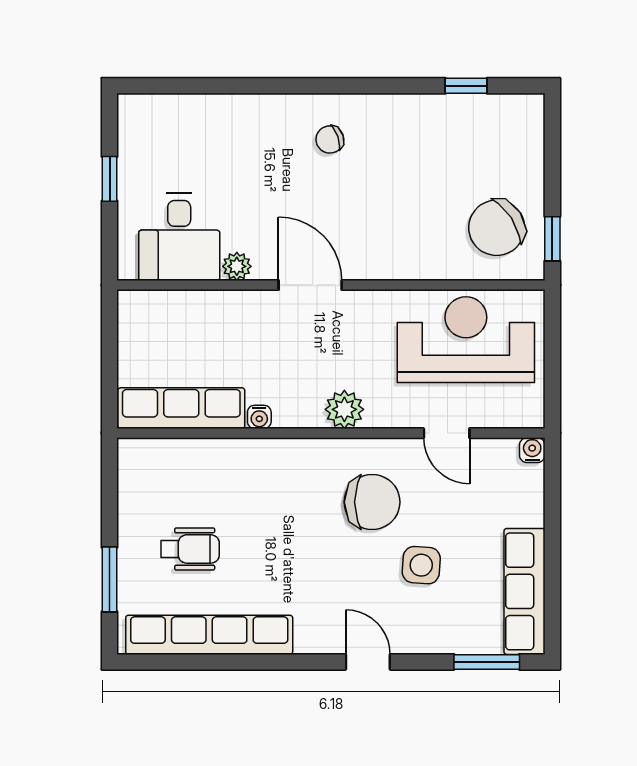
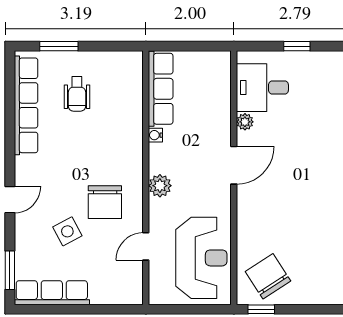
chair: (330, 139) -> (320, 177), removed
water cooler: (532, 450) -> (136, 297), removed
side table: (421, 565) -> (67, 231), turned -32

